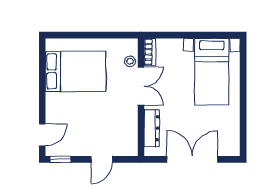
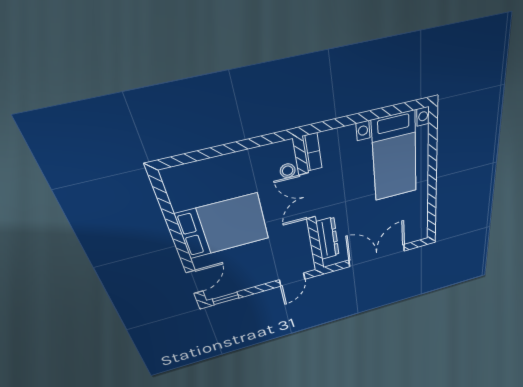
bed: (75, 71) -> (223, 226), moved
double door: (141, 86) -> (307, 196), swing flipped
door: (102, 159) -> (292, 280), moved

